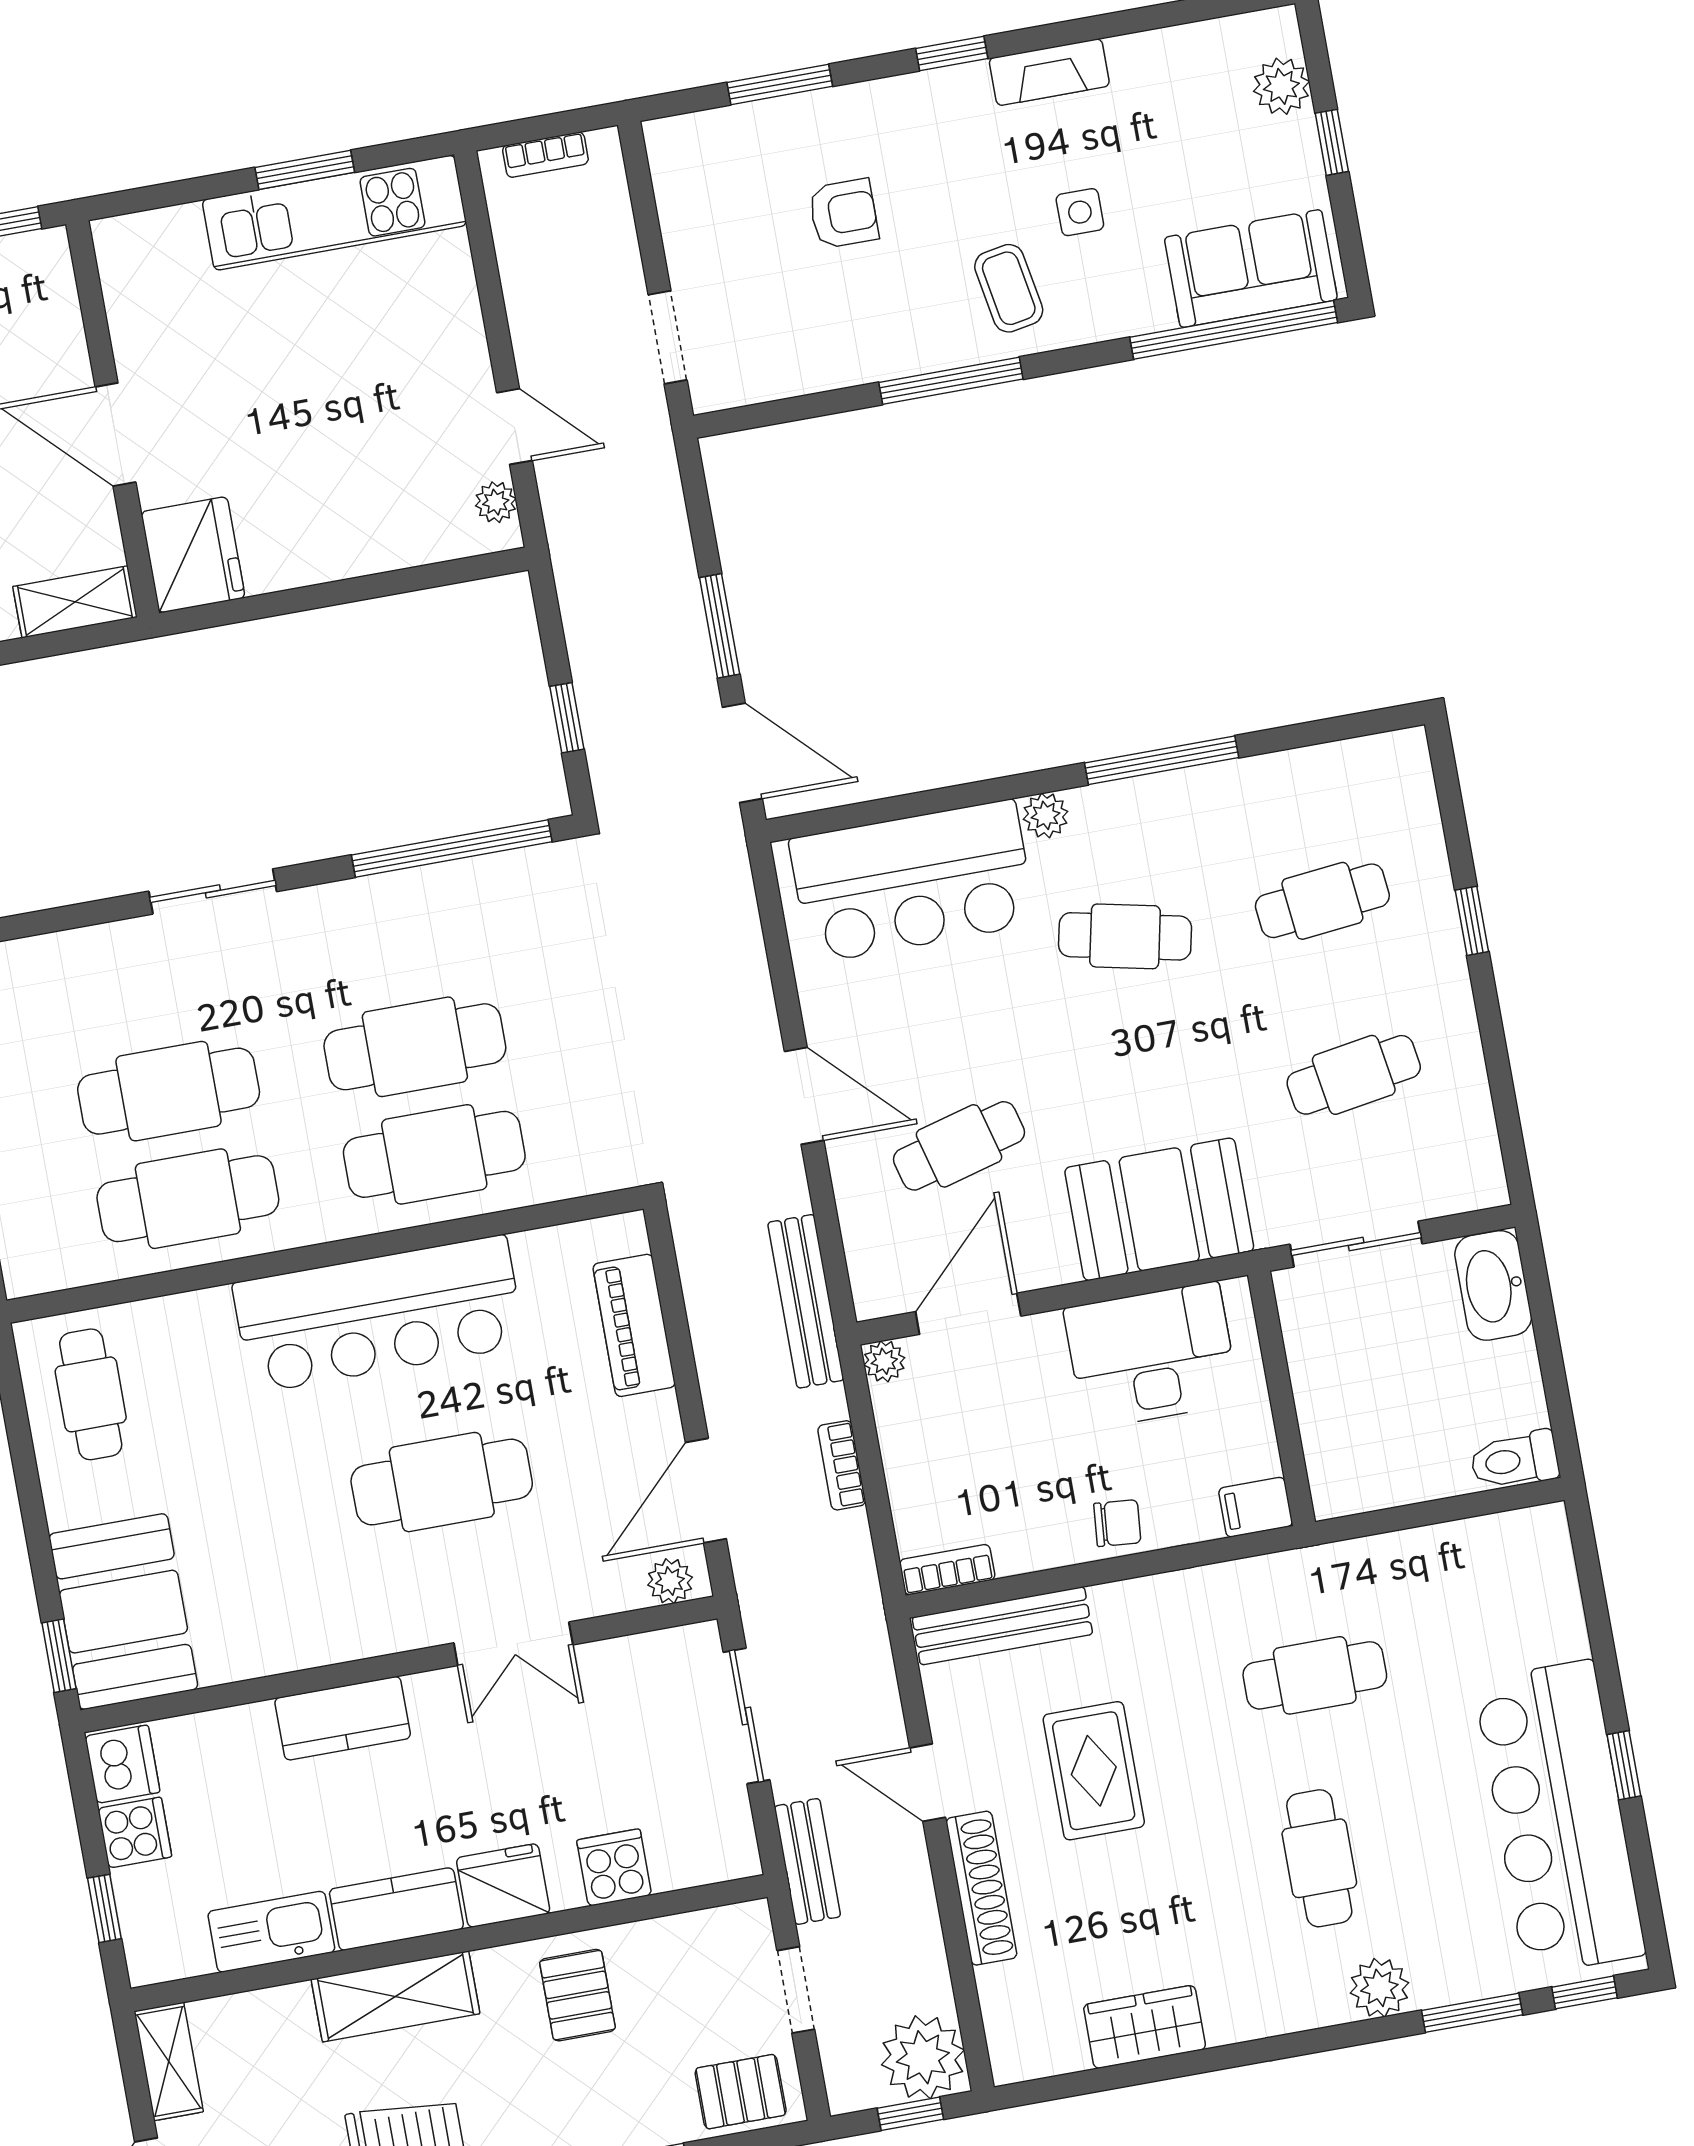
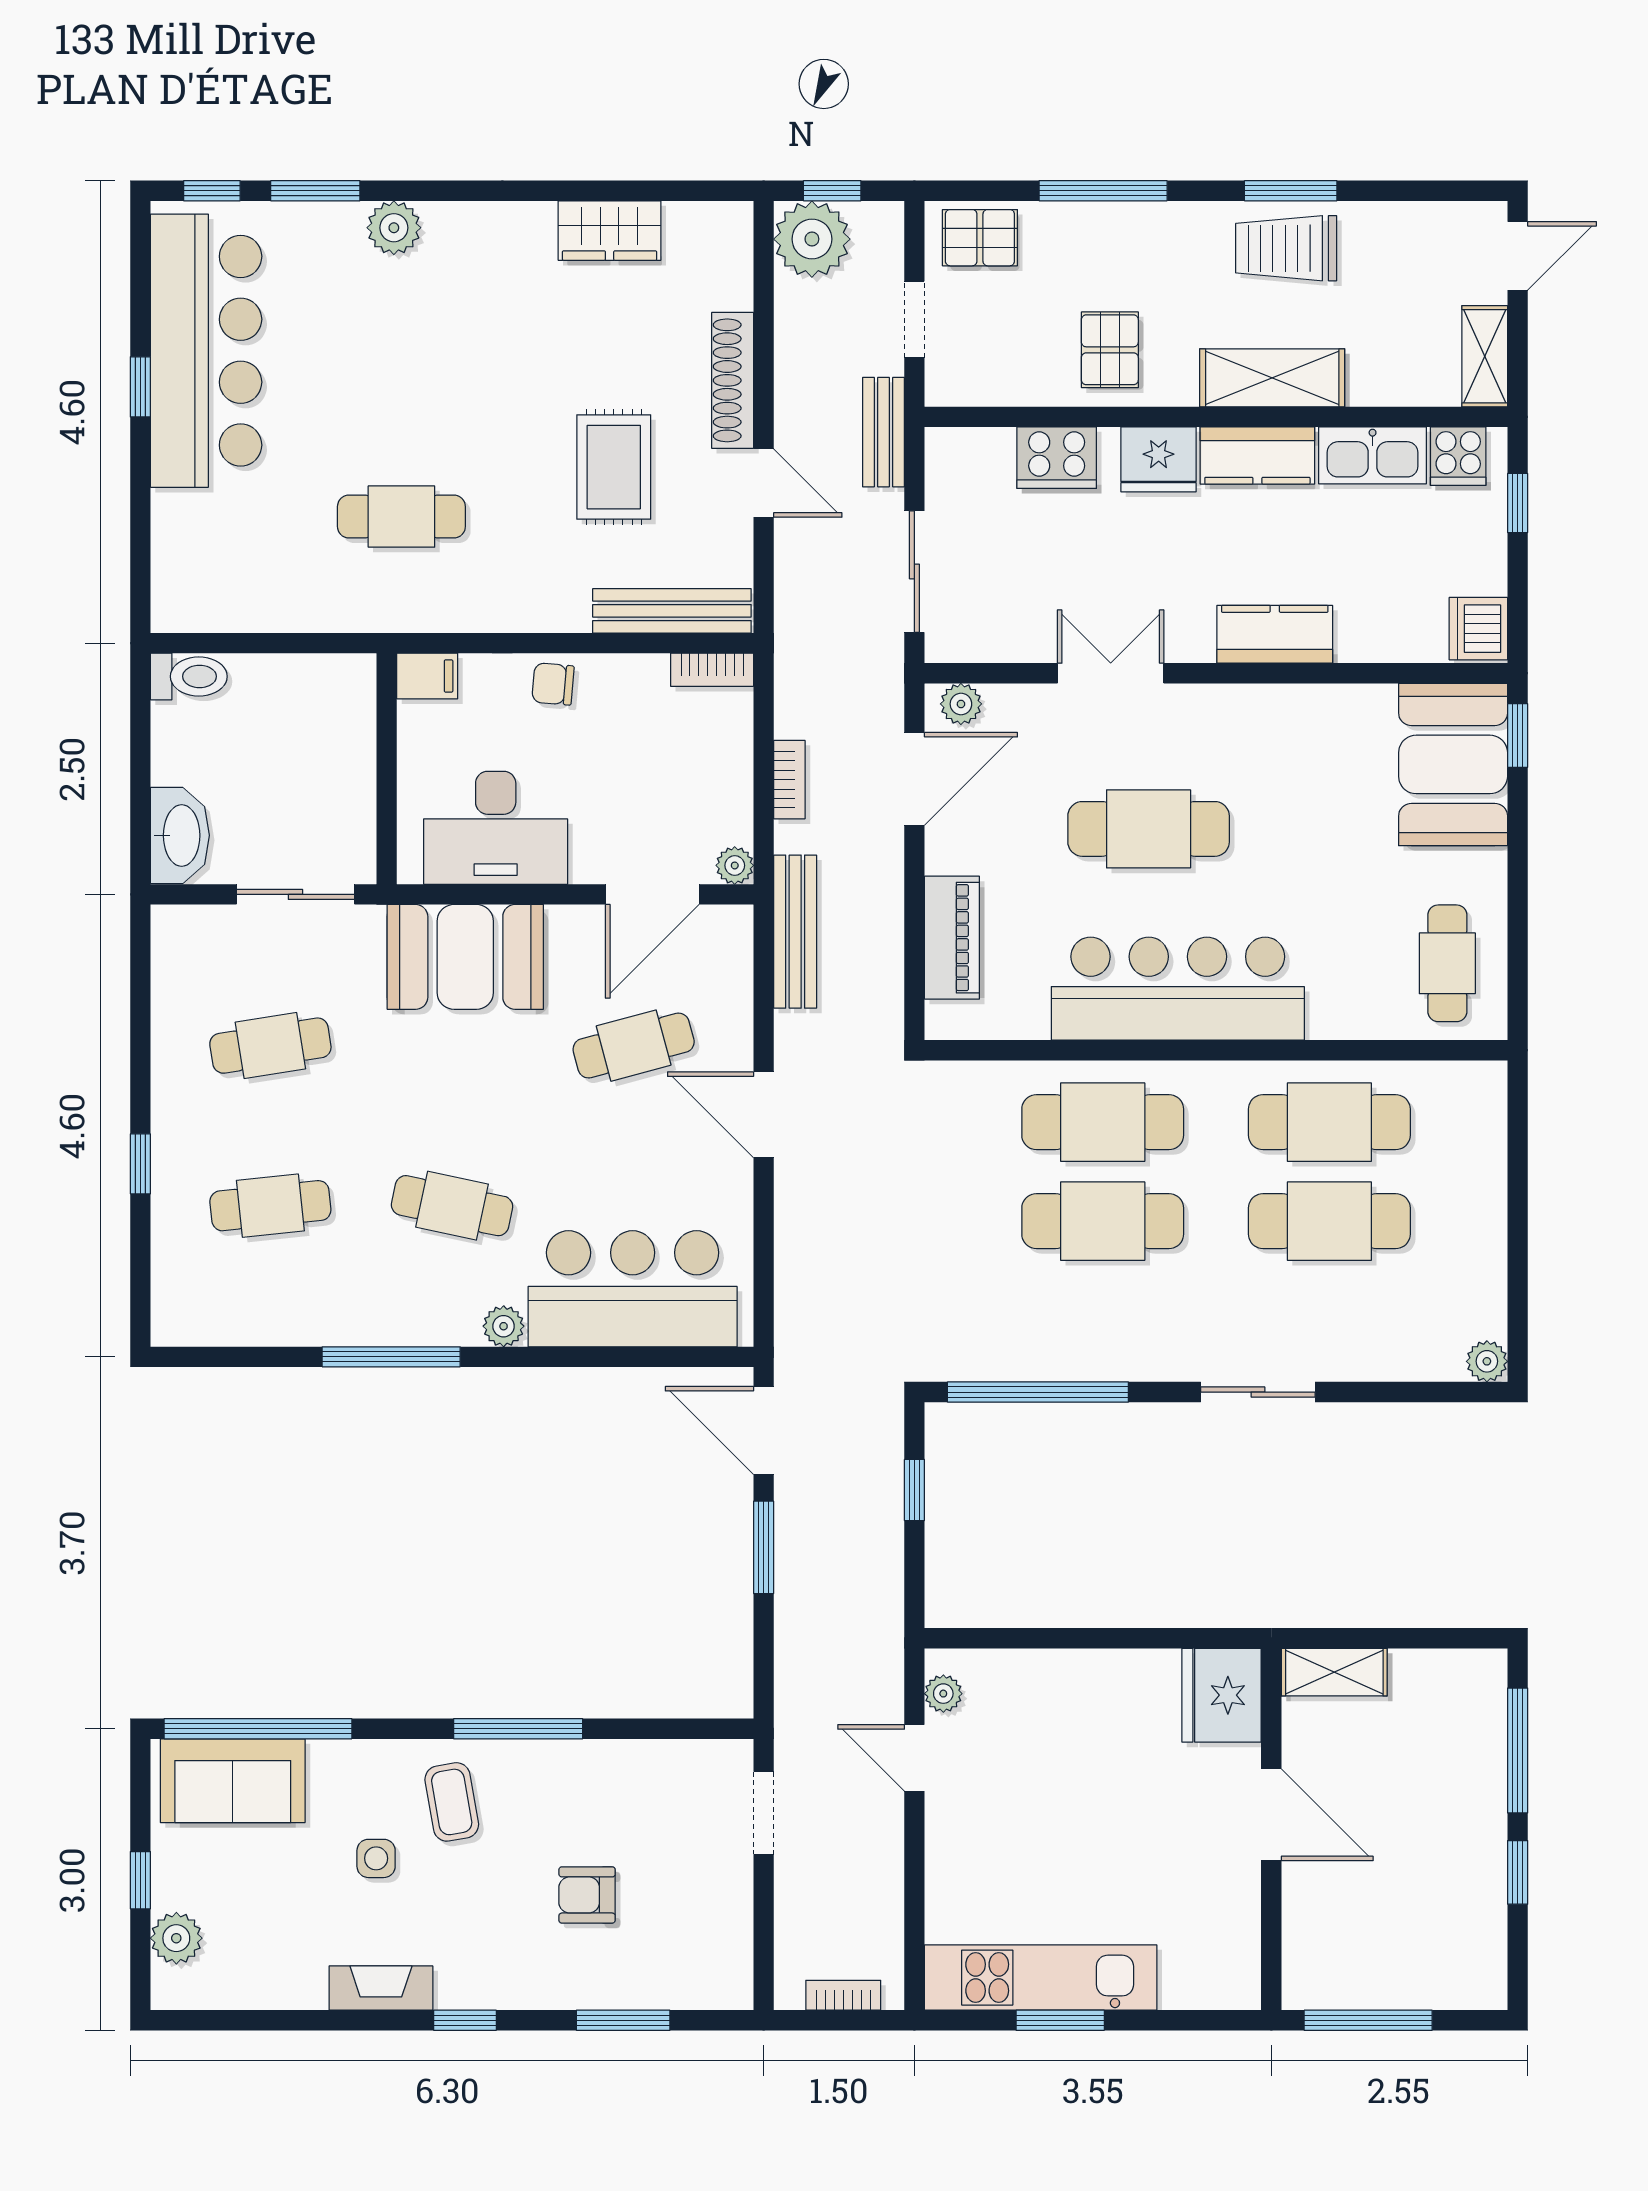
cooker: (135, 1833) -> (1458, 456), moved, turned -90
cafe table: (1319, 1858) -> (427, 353), removed
cooker: (614, 1867) -> (1057, 458), width x1.36

